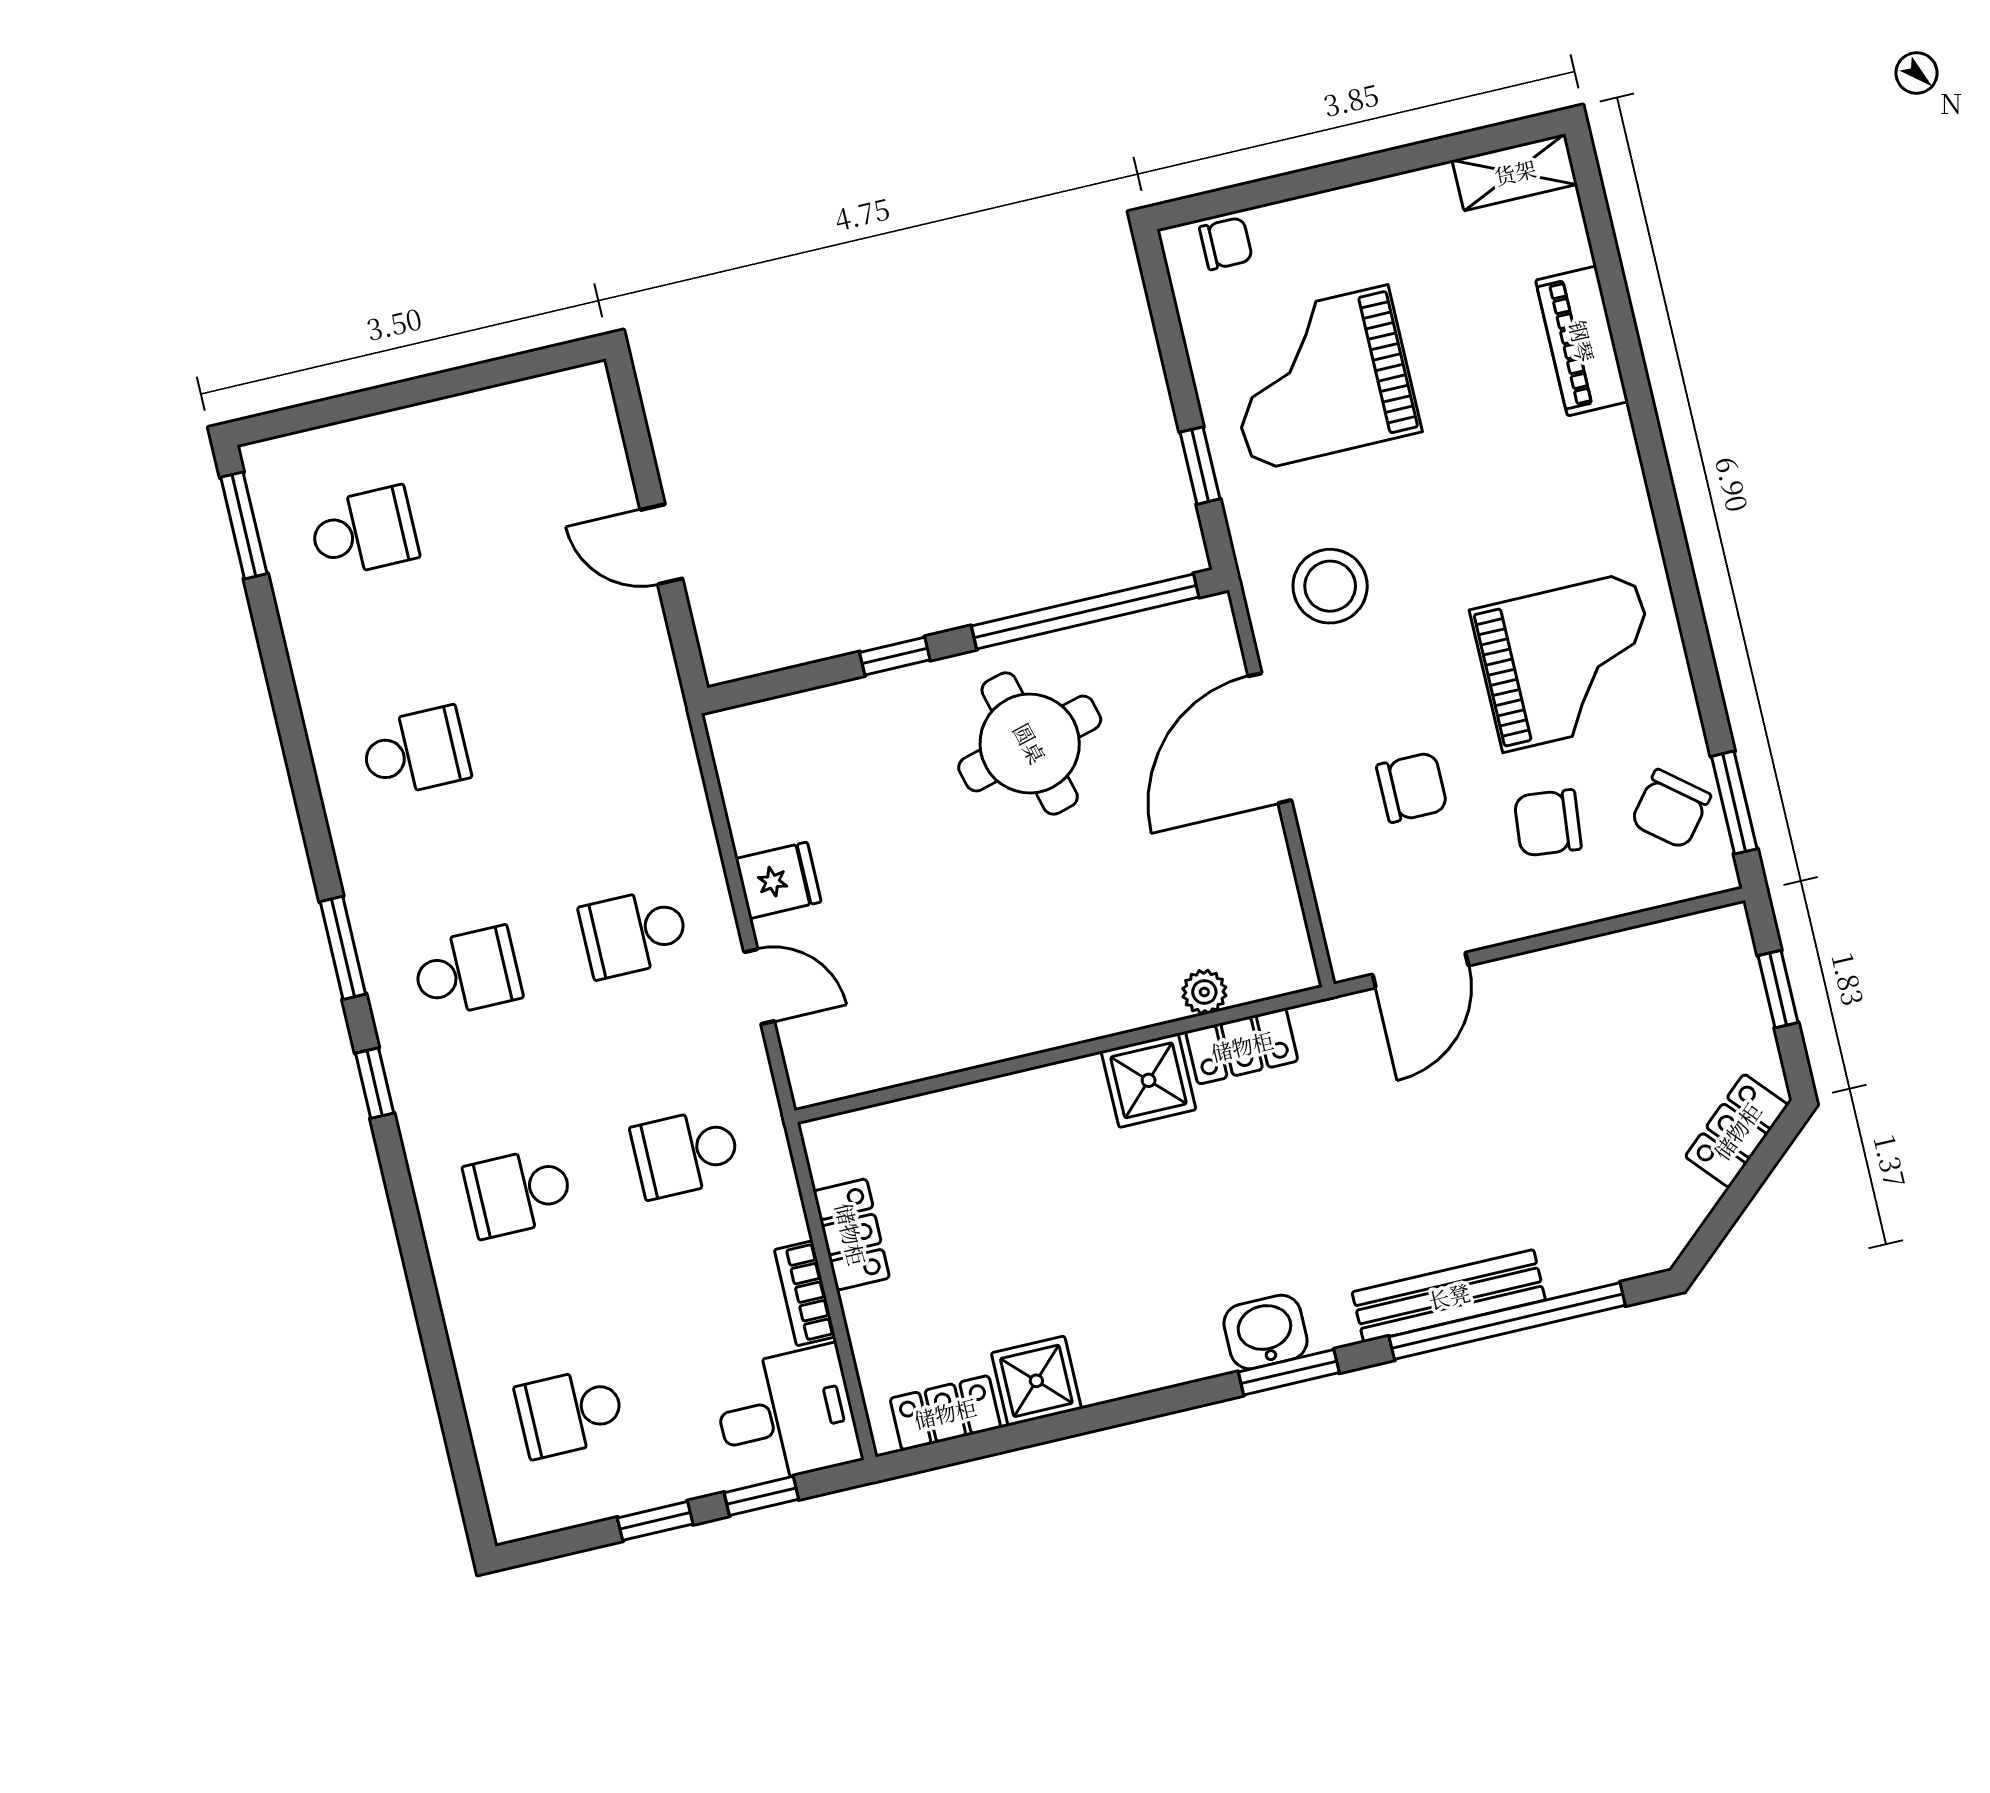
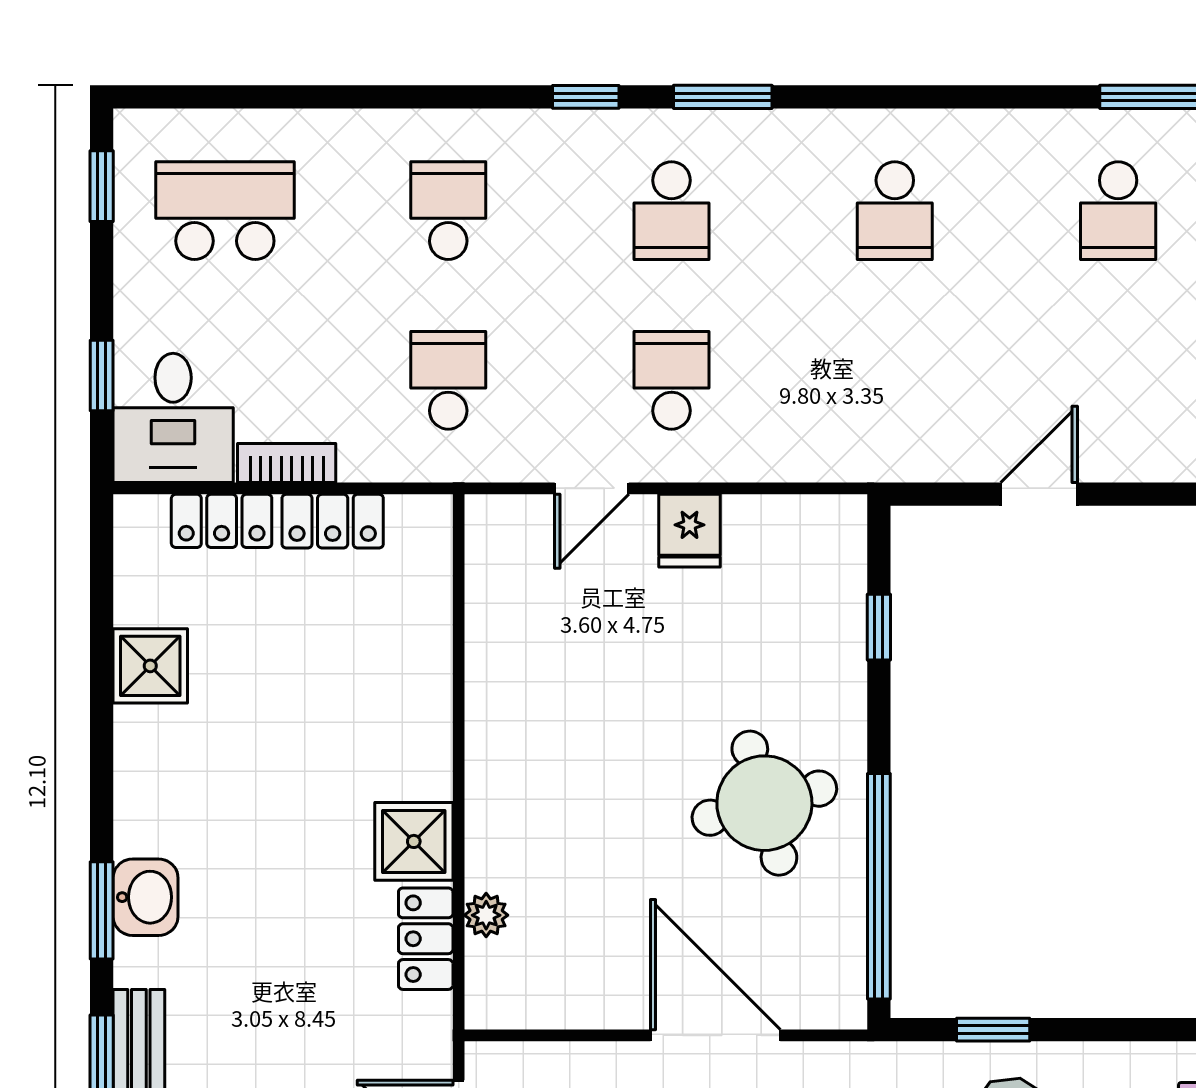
window: (895, 656) -> (879, 627), moved
school desk: (570, 1412) -> (225, 211), width x1.85
locker: (945, 1413) -> (222, 521), moved, turned 90
window: (655, 1521) -> (102, 186), moved

